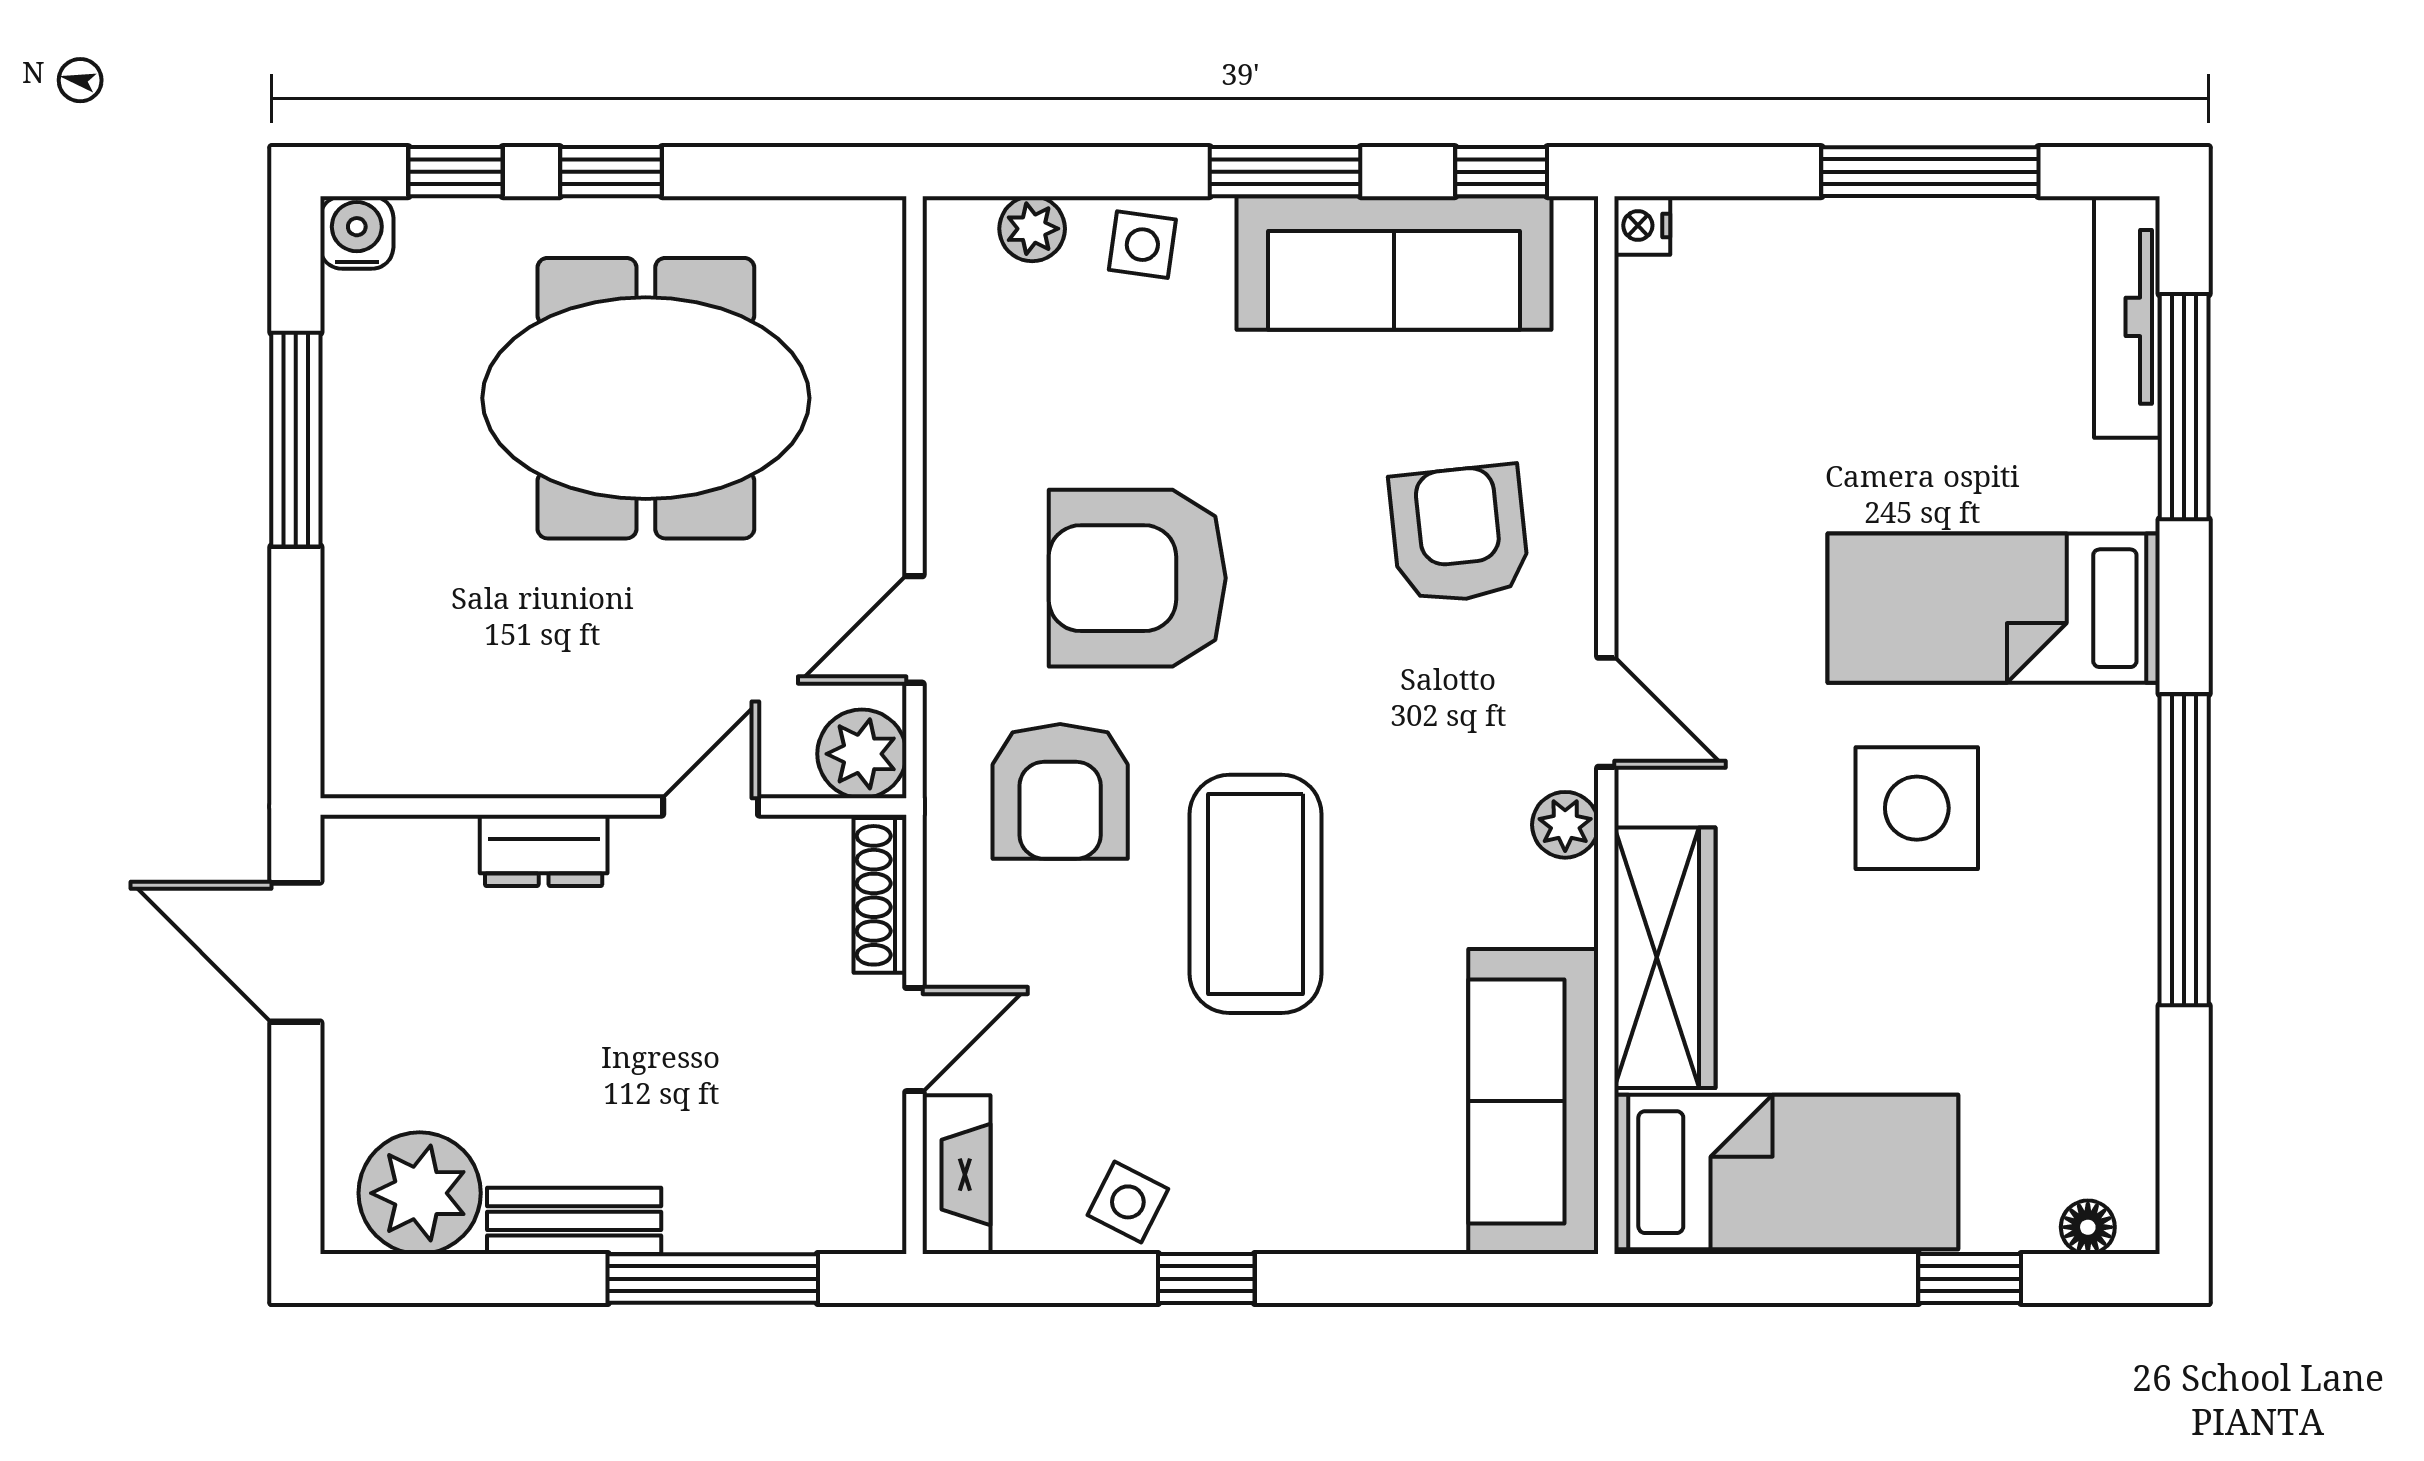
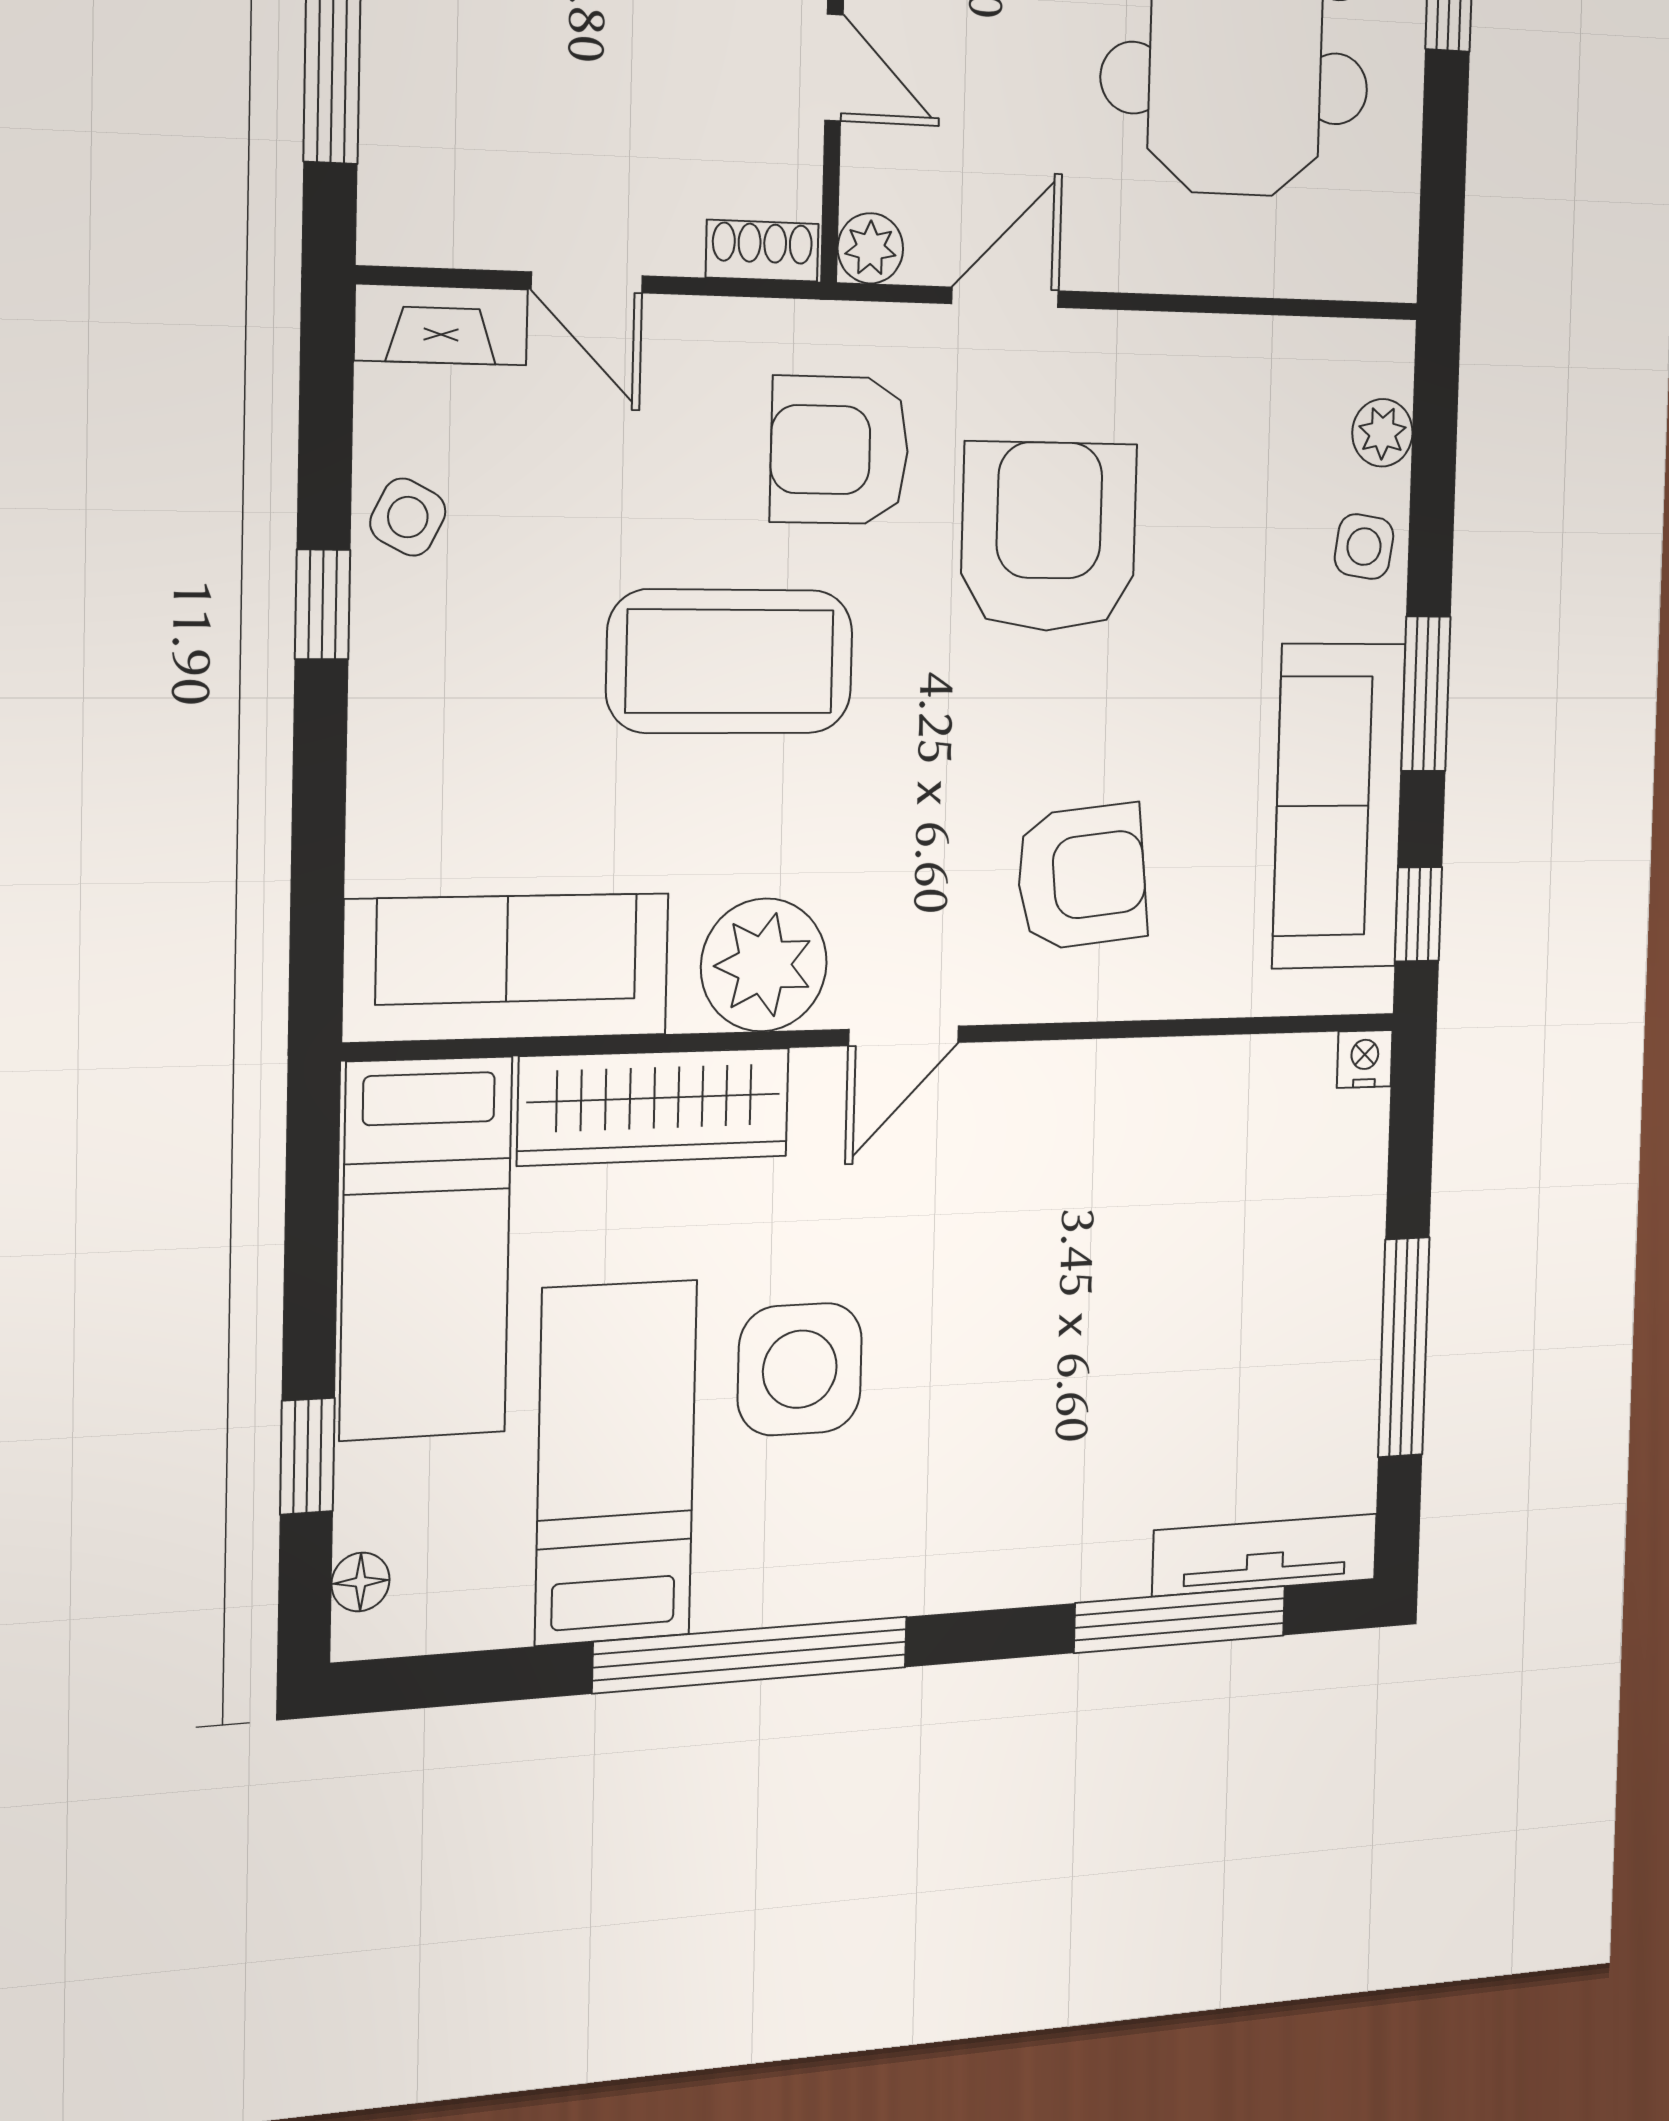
bed: (1994, 608) -> (616, 1462), moved
door: (914, 629) -> (1005, 297), hinge flipped
plant: (862, 754) -> (870, 248), width x0.73, depth x0.73
plant: (1565, 825) -> (764, 965), width x1.87, depth x1.87
shoe rack: (880, 895) -> (762, 251), width x0.70

